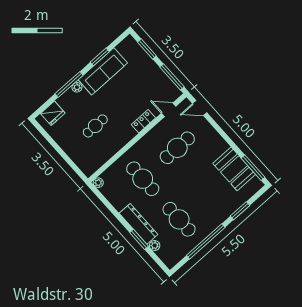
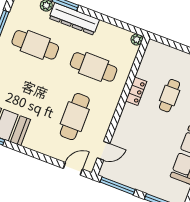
locker: (143, 121) -> (136, 91), moved

